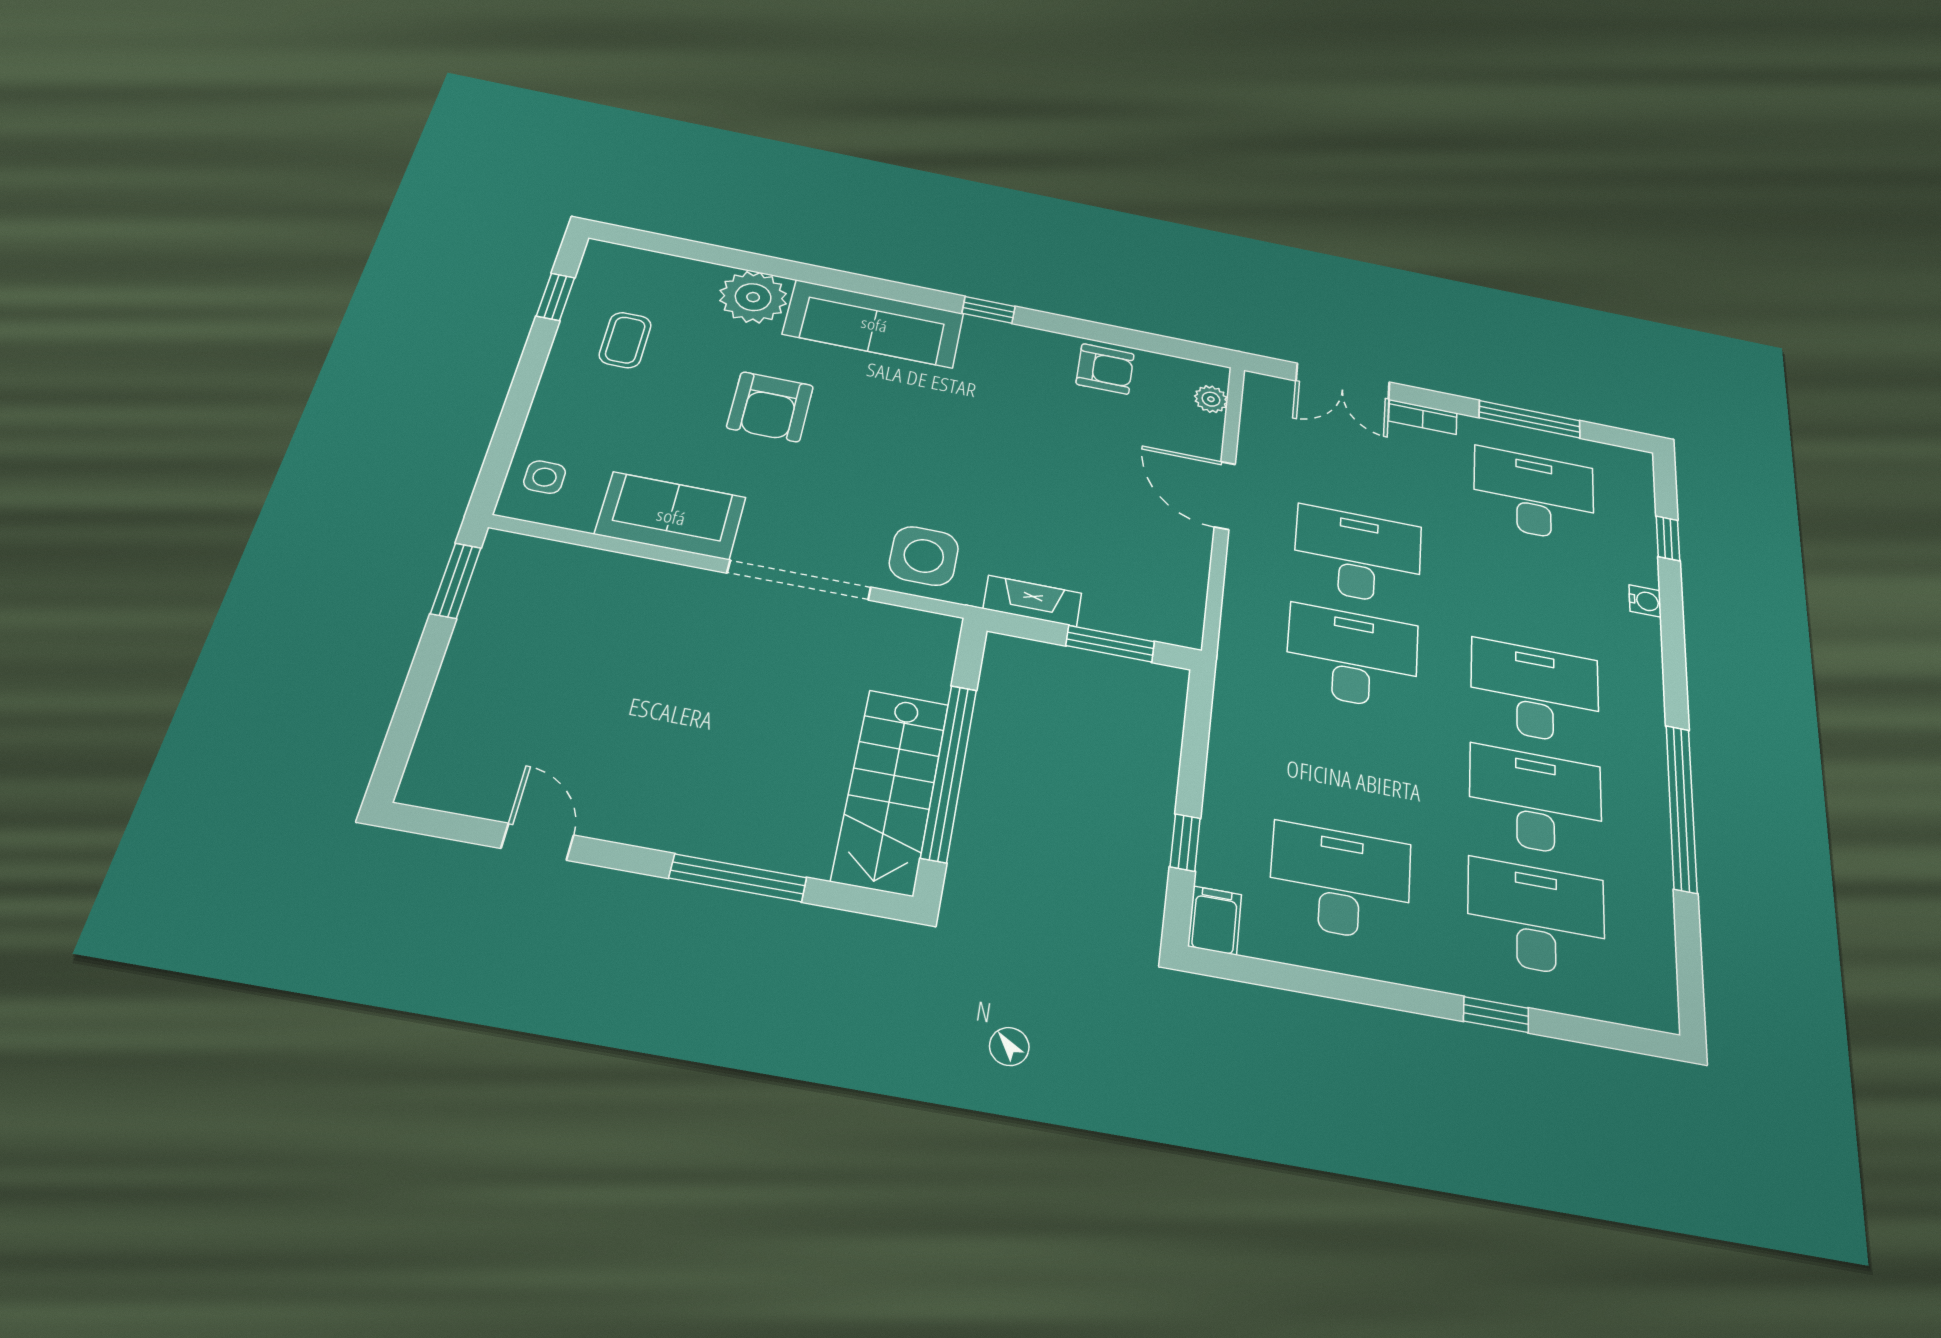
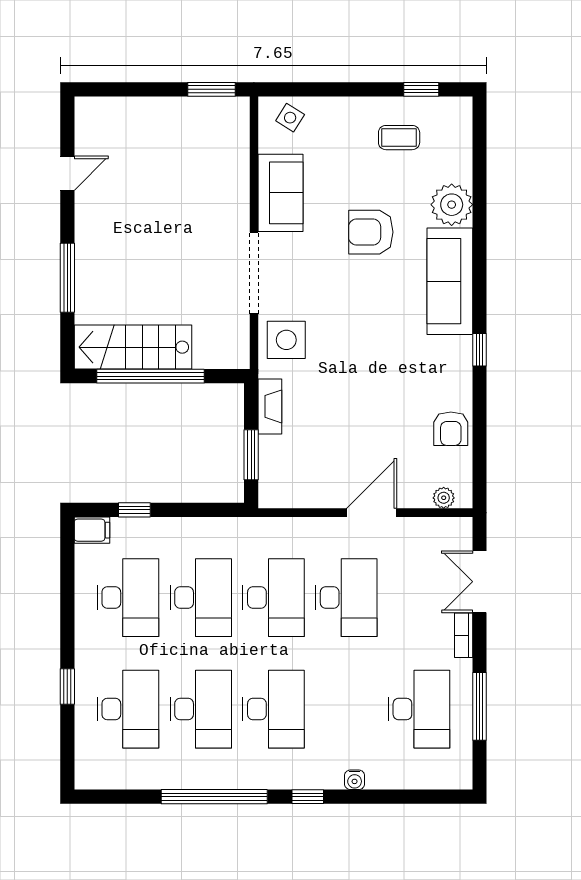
side table: (545, 477) -> (290, 118), turned 32
window: (1668, 538) -> (308, 797), moved
desk: (1346, 766) -> (201, 598), added

